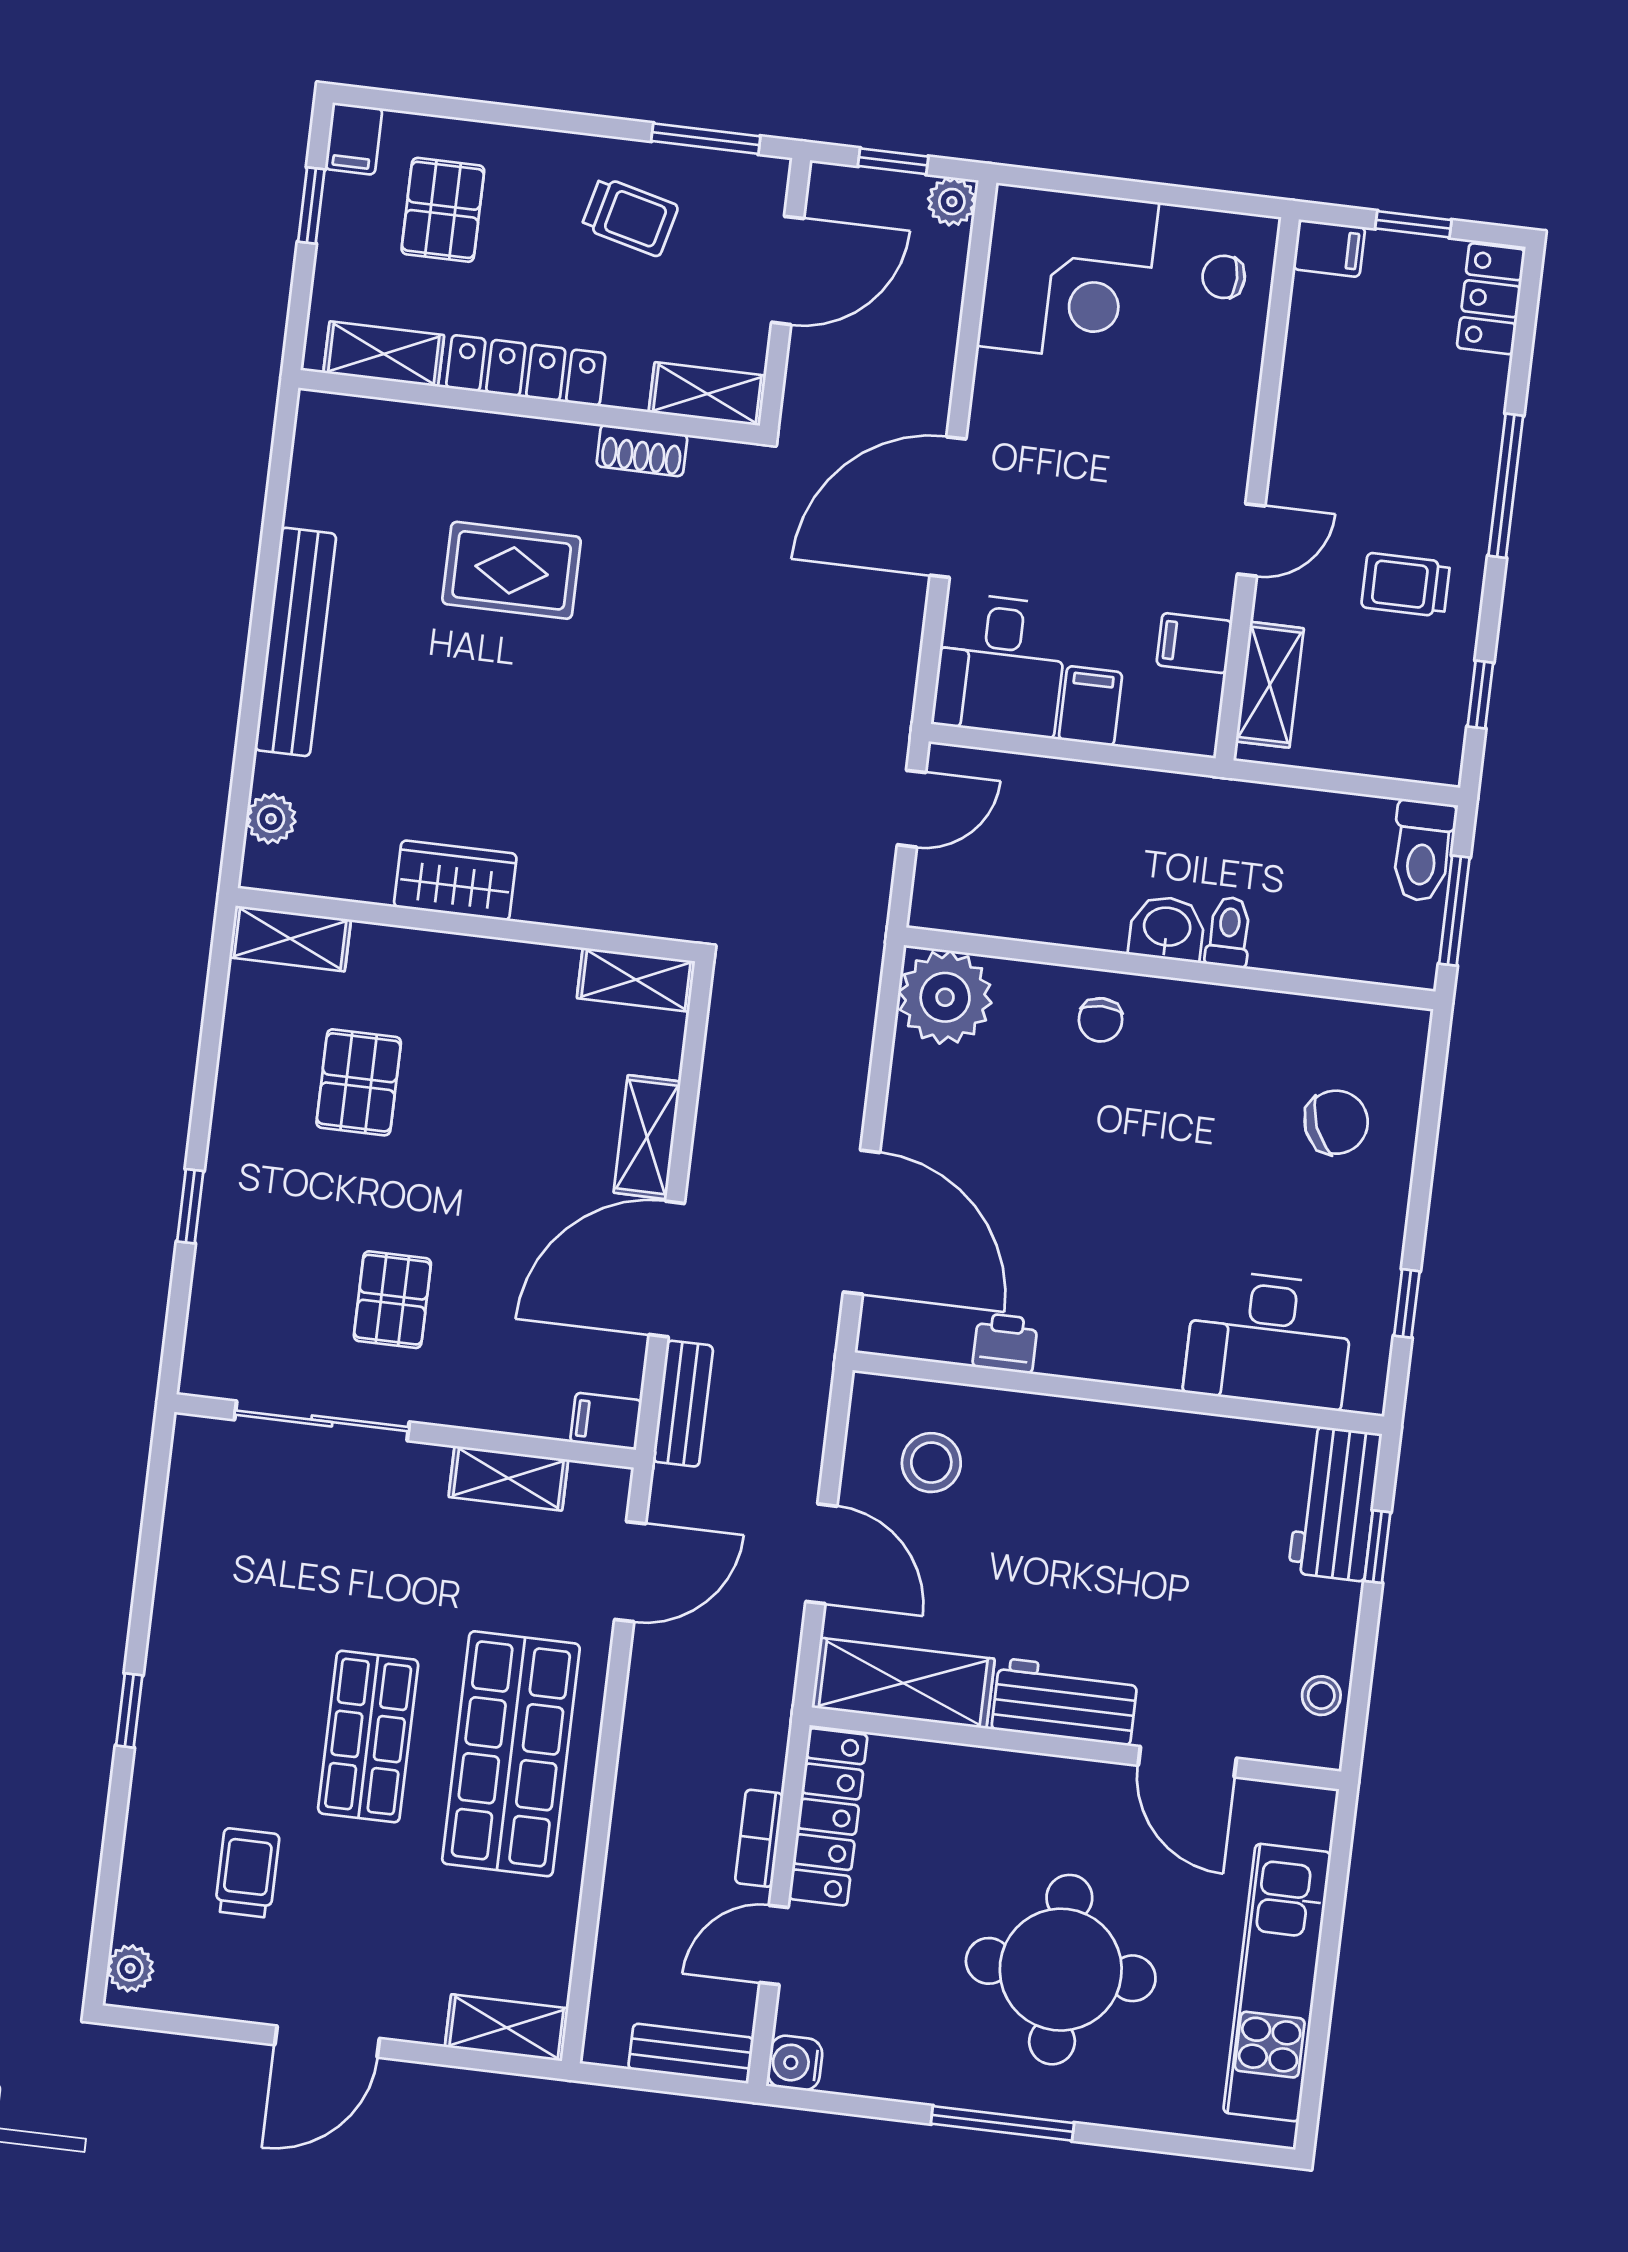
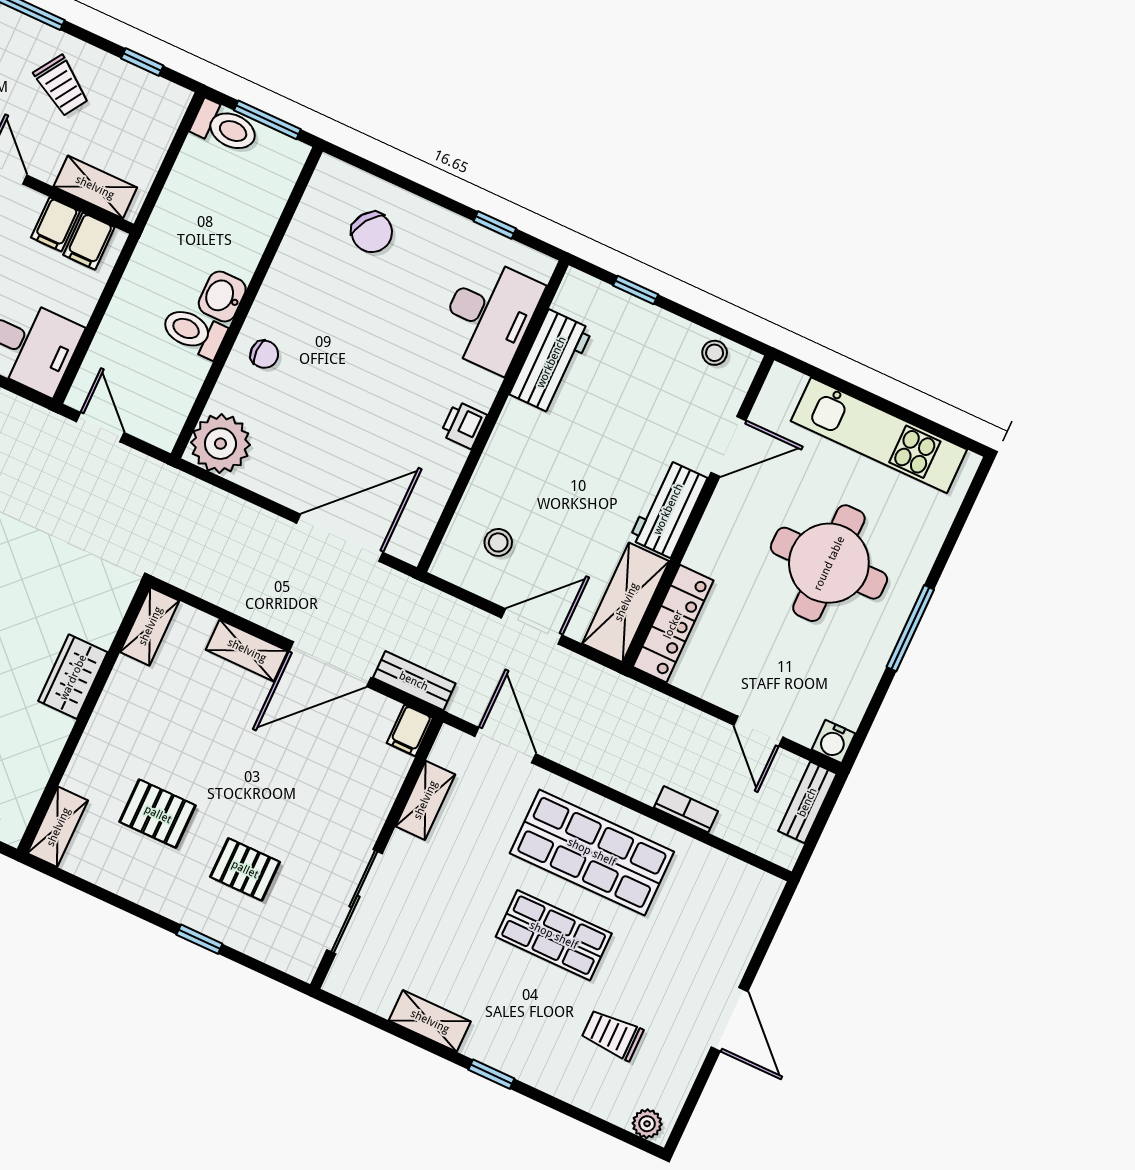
trolley: (1406, 585) -> (62, 86), turned -57
filing cabinet: (1090, 706) -> (89, 241), moved, turned -90
wardrobe: (455, 880) -> (73, 677), moved
toilet: (1229, 932) -> (194, 332), moved, width x1.37, depth x1.39
chair: (1336, 1122) -> (372, 232), turned 147
door: (667, 1269) -> (330, 664), hinge flipped
pallet: (392, 1300) -> (245, 869), moved
printer: (1005, 1343) -> (464, 425), moved
stool: (931, 1463) -> (498, 542), width x0.73, depth x0.73
workbench: (1335, 1503) -> (551, 362), moved, turned -90
locker: (828, 1817) -> (673, 624), moved, turned 90
bookcase: (759, 1838) -> (686, 809), moved, turned 180
shelving: (507, 2028) -> (430, 1021), moved, turned 90

